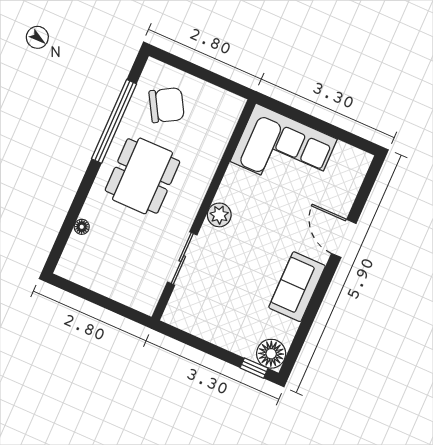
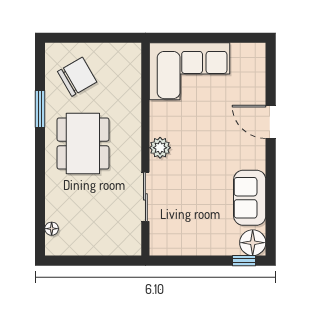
window: (114, 121) -> (40, 109), width x0.47
floor lamp: (82, 227) -> (52, 229), moved
sofa: (297, 287) -> (250, 198), moved

